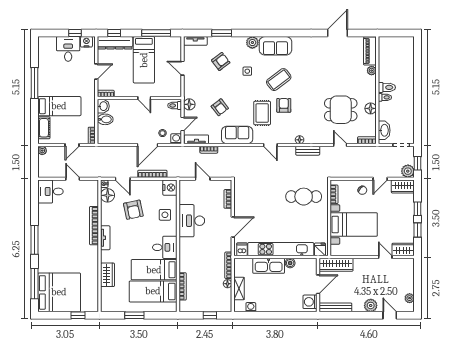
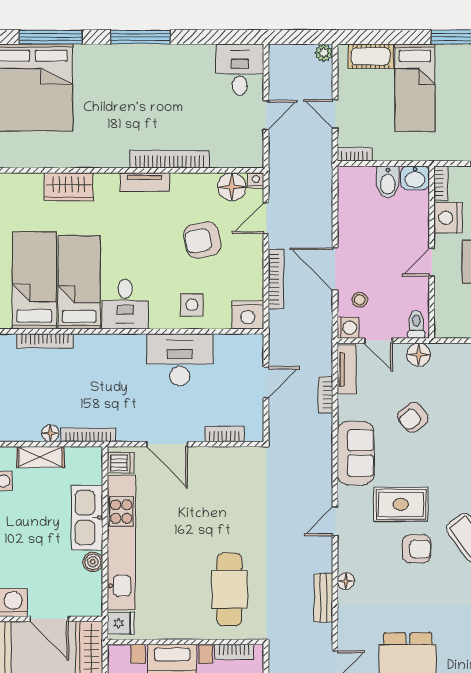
nightstand: (123, 90) -> (448, 218), added

